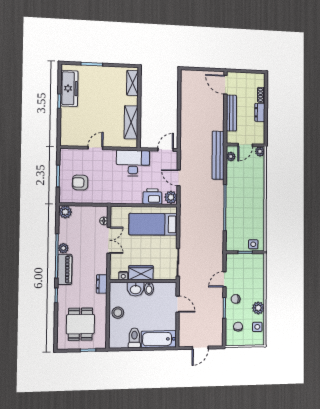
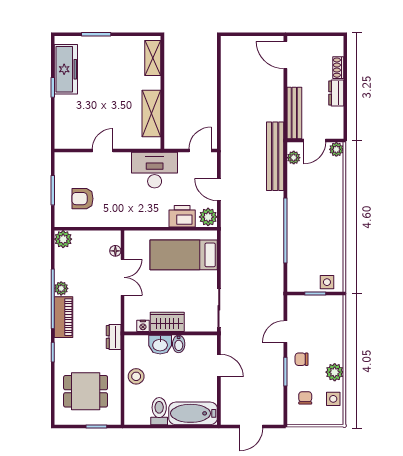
bench: (231, 113) -> (294, 113), moved
dining table: (80, 324) -> (86, 391), turned 90

